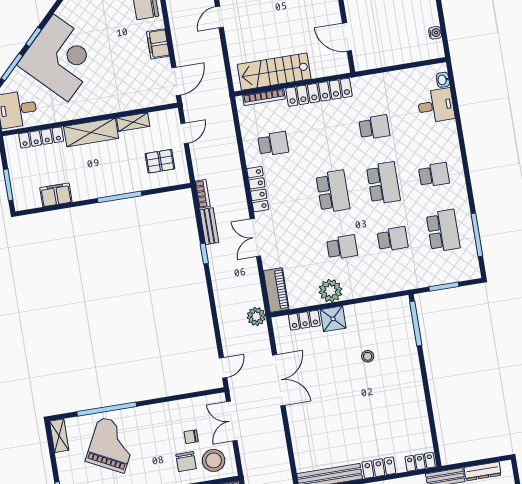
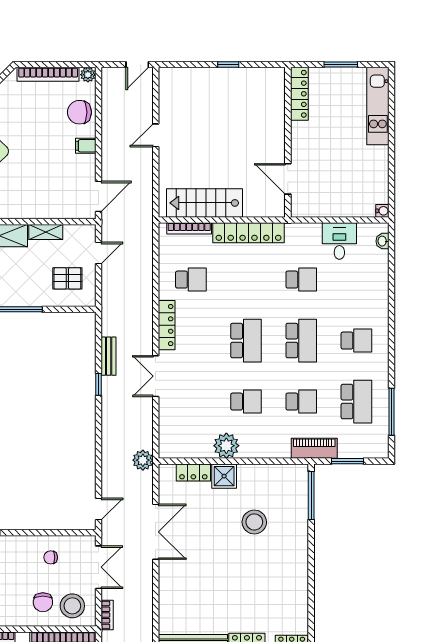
water cooler: (435, 33) -> (382, 211), moved
filing cabinet: (158, 44) -> (86, 146), width x0.50
desk: (436, 106) -> (339, 241), moved, turned -90
bookcase: (203, 194) -> (107, 615), moved
piano: (276, 290) -> (314, 448), moved, turned -90
stool: (368, 356) -> (254, 522), width x1.89, depth x1.89
double door: (232, 421) -> (99, 567), swing flipped
chair: (191, 437) -> (51, 557), moved

